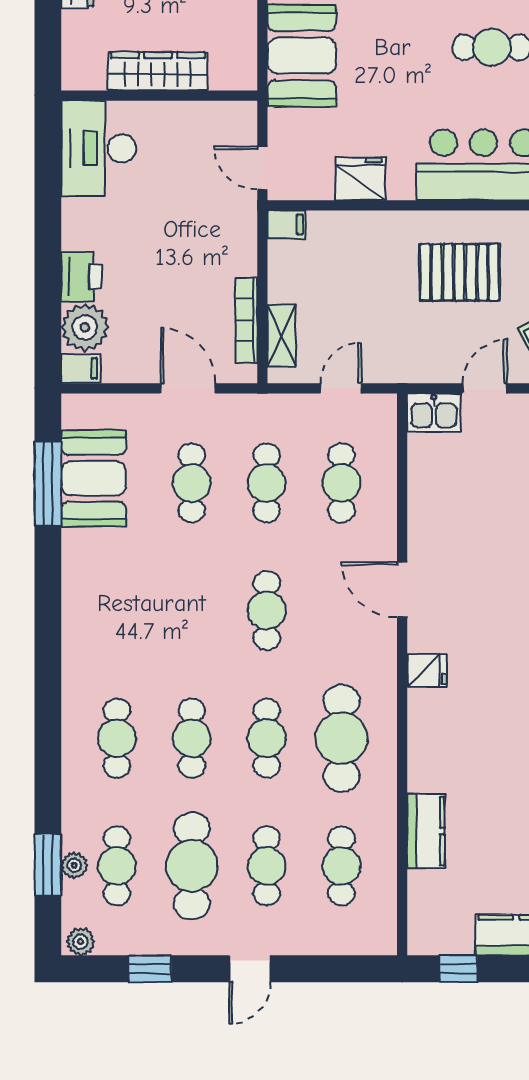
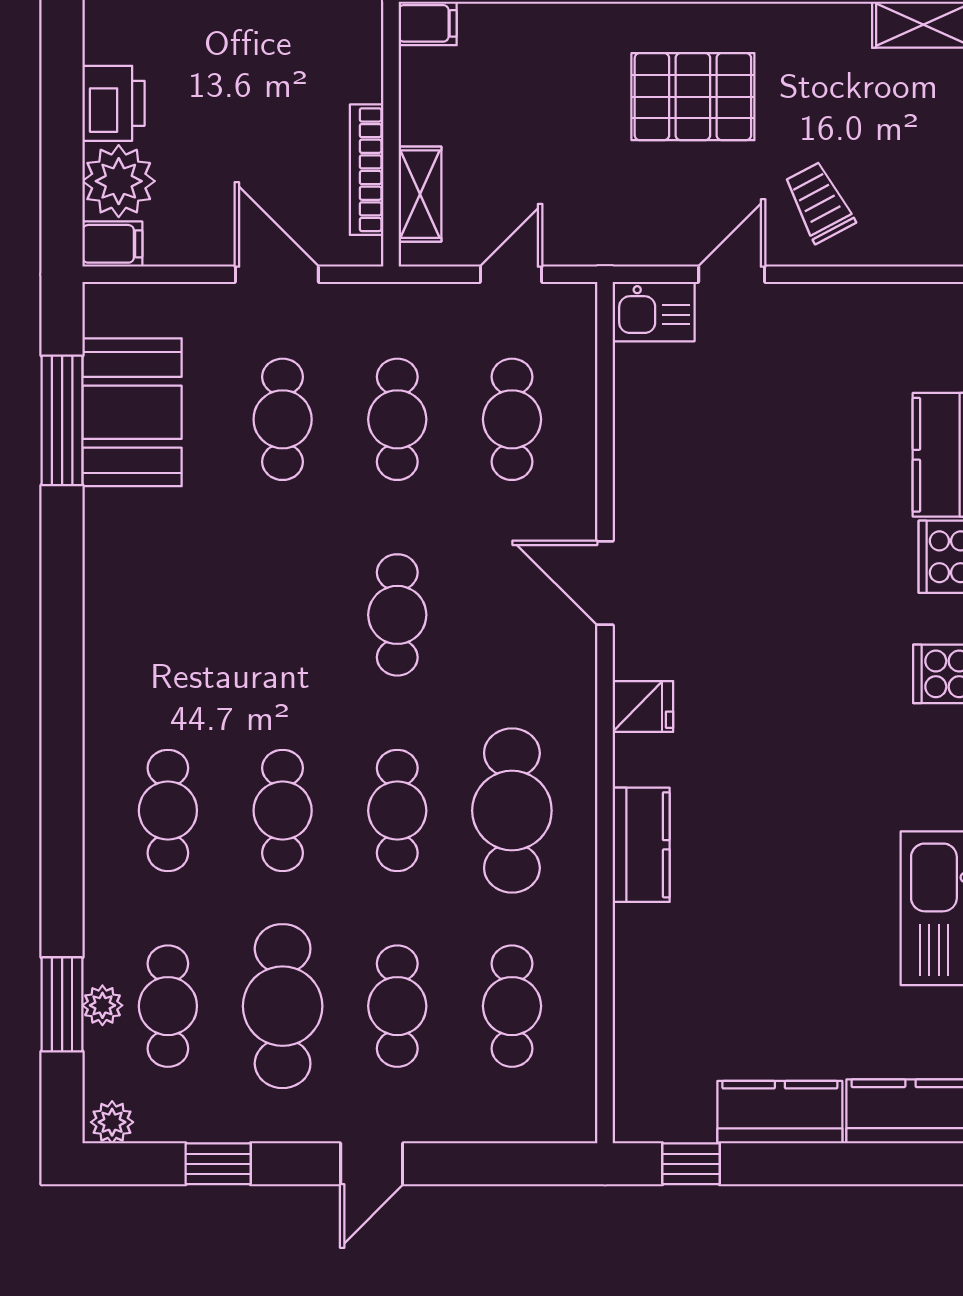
kitchen counter: (426, 831) -> (641, 845), moved

